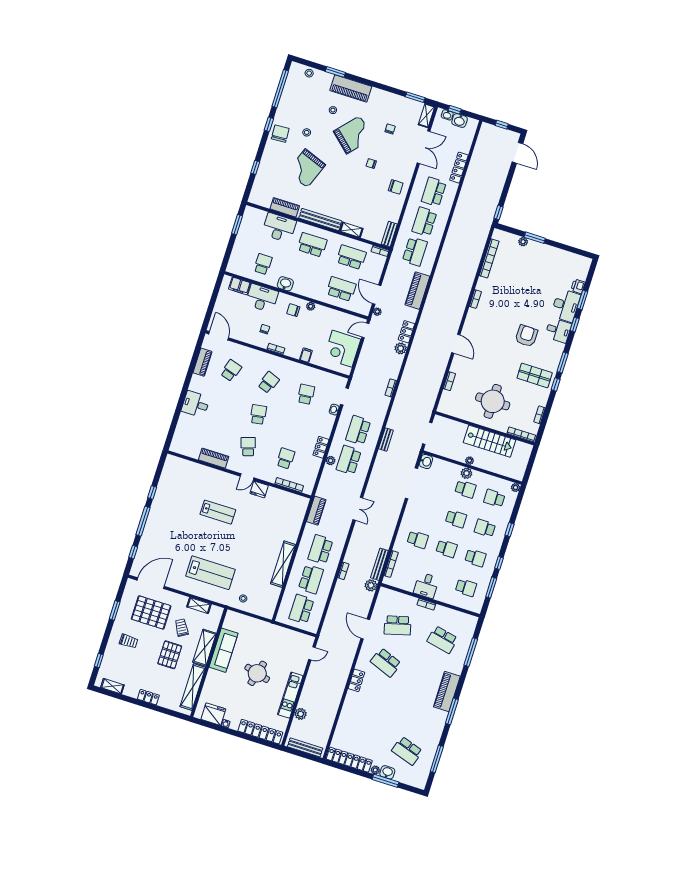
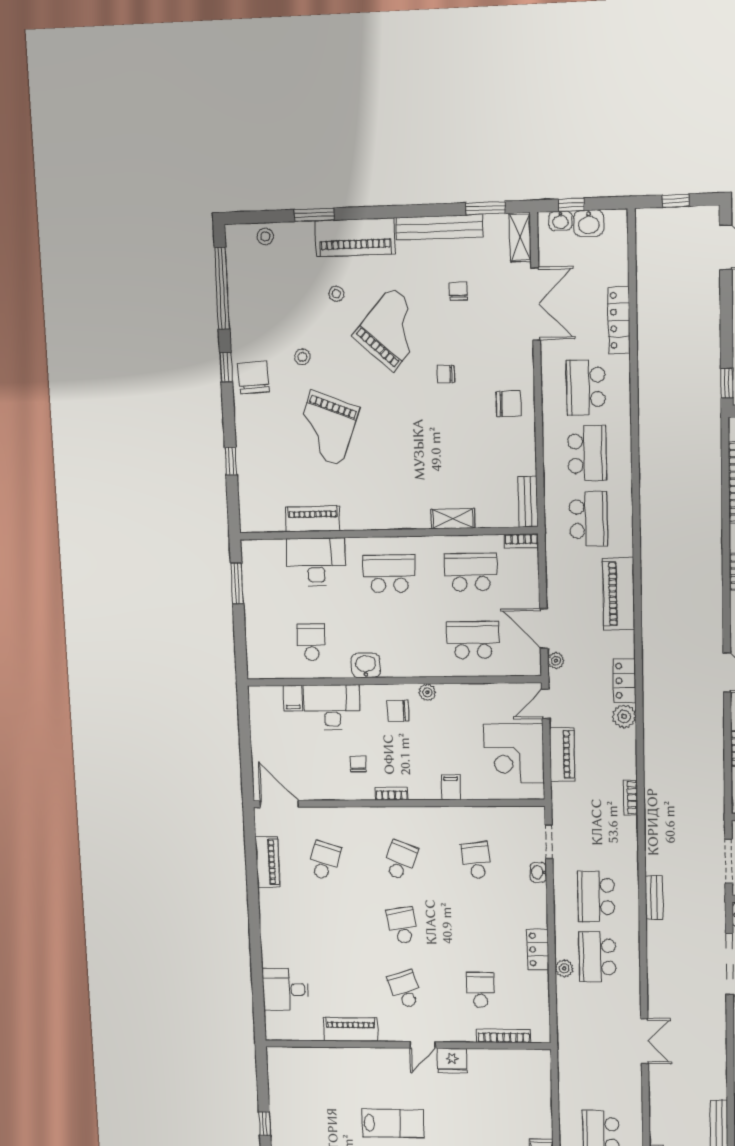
bench: (320, 220) -> (439, 227), moved
school desk: (424, 222) -> (587, 453), turned 180
filing cabinet: (240, 286) -> (293, 698), width x0.50
desk: (196, 404) -> (286, 989), moved
piano: (316, 511) -> (562, 754), moved

